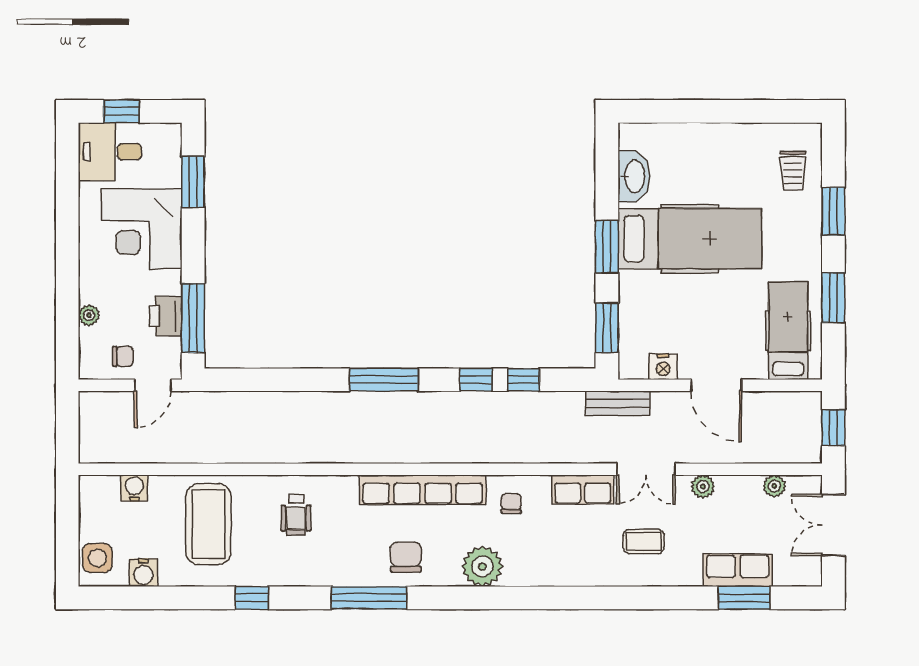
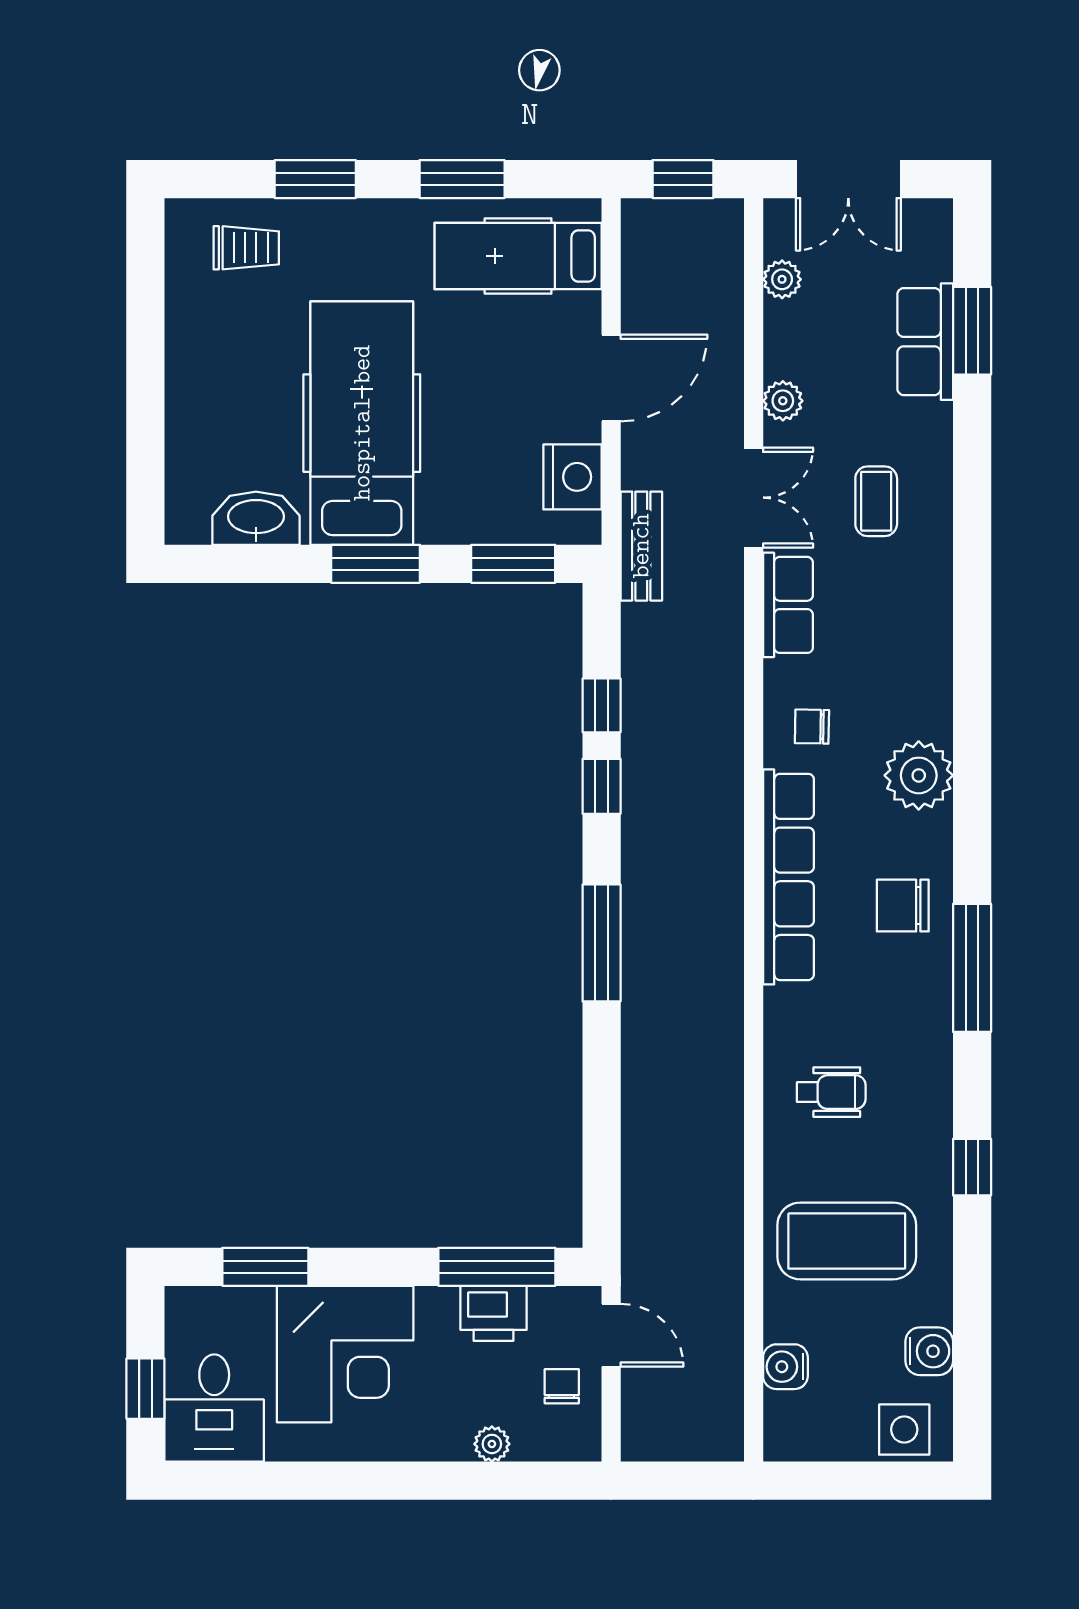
nightstand: (663, 367) -> (572, 477), width x1.36, depth x1.33

